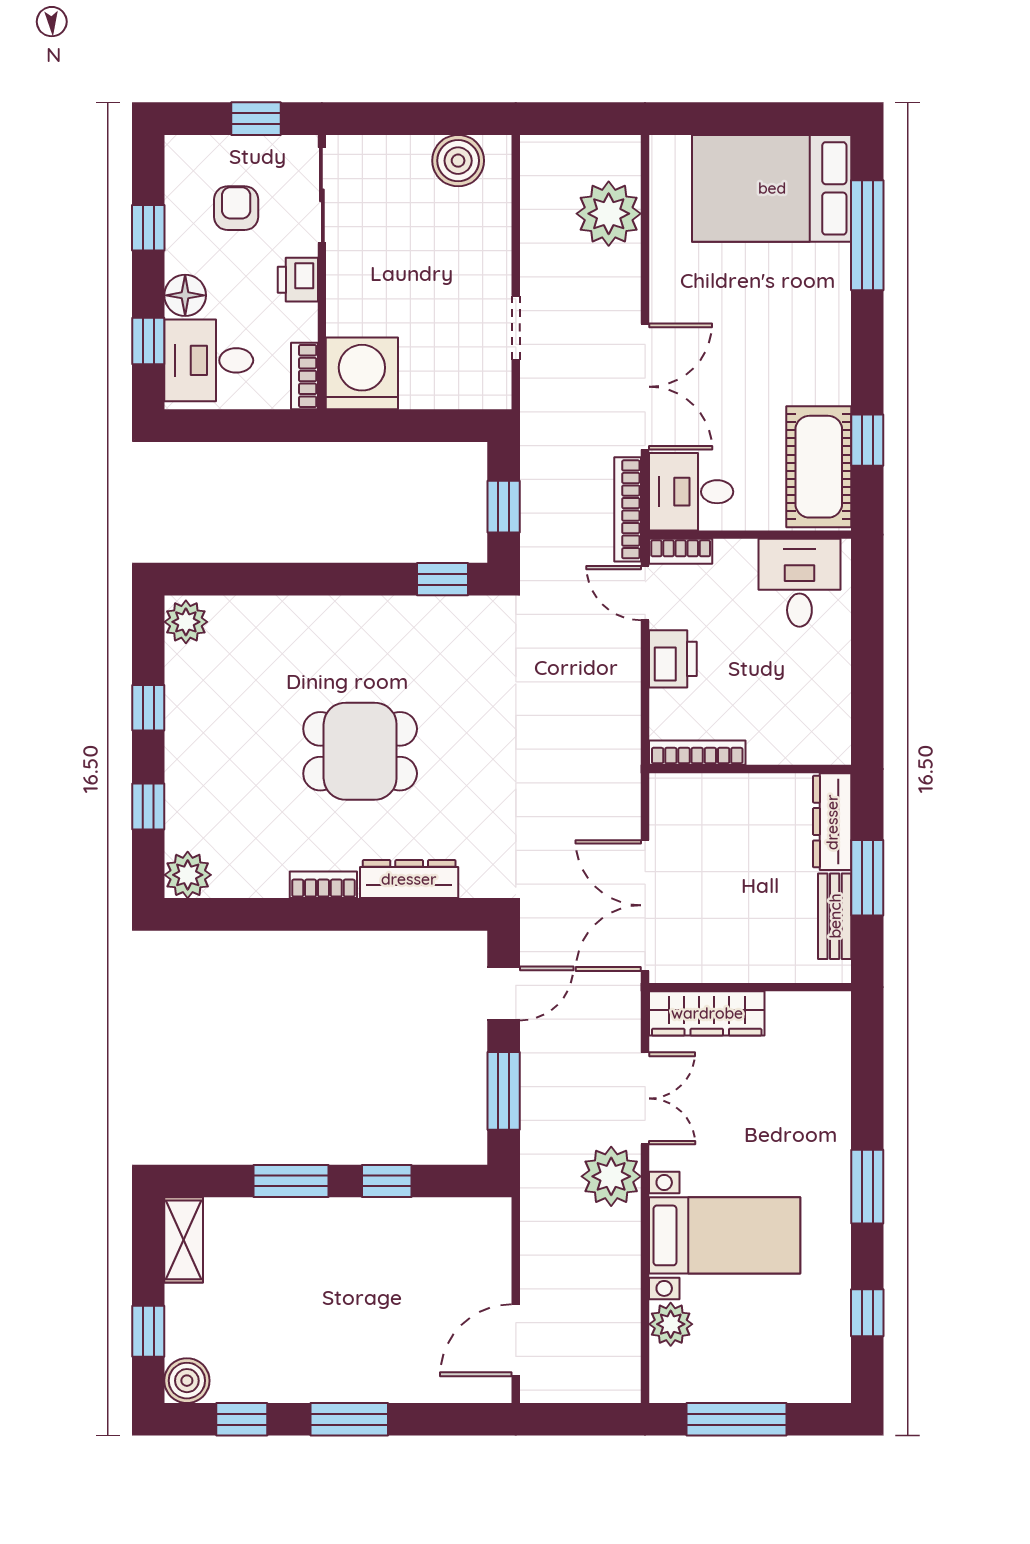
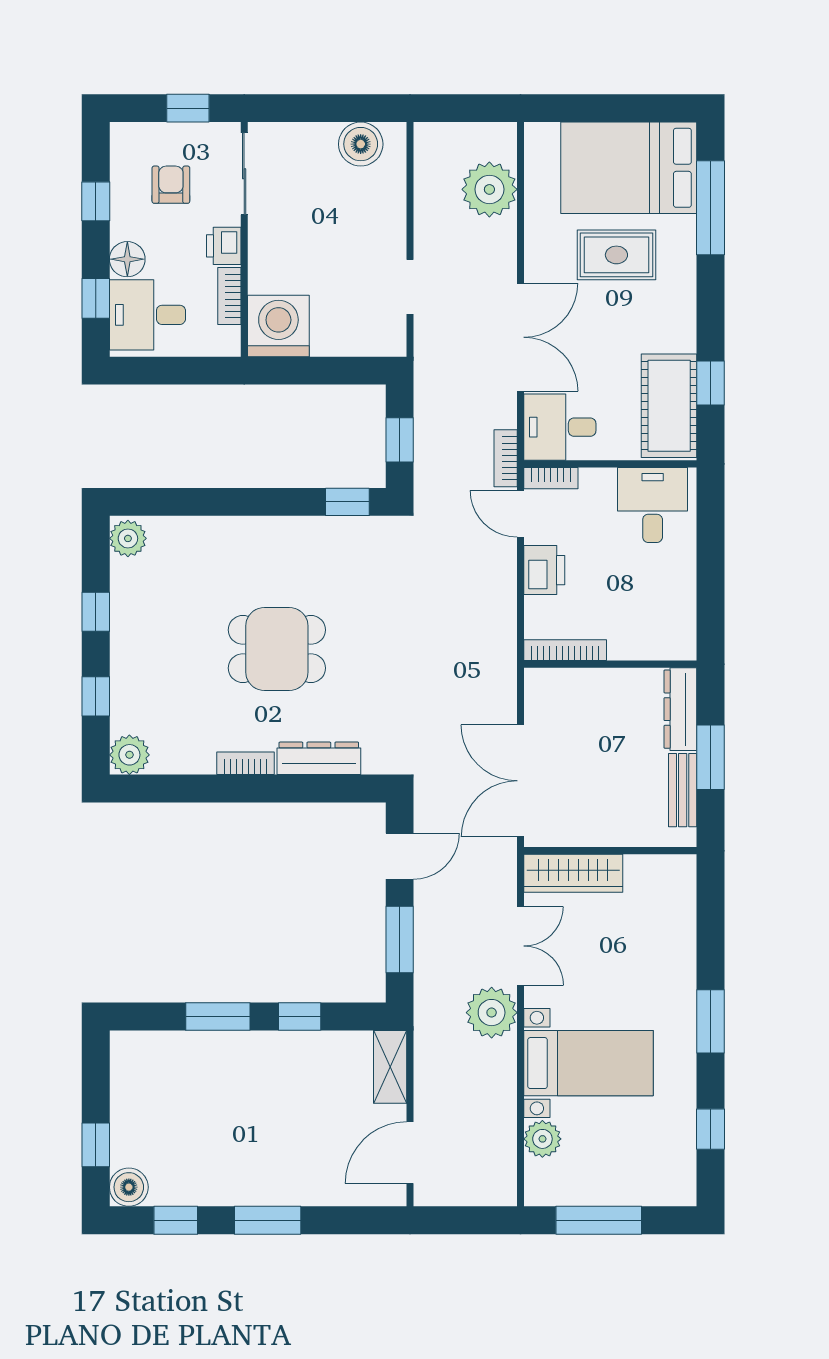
rug: (757, 290) -> (616, 255), added
bookcase: (304, 376) -> (229, 296), moved
bookcase: (628, 509) -> (506, 458), width x0.64
shelving: (184, 1240) -> (390, 1067), moved

